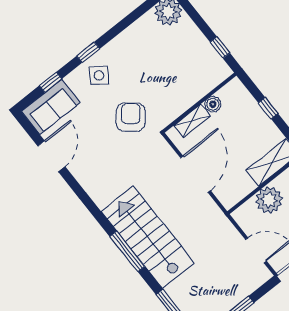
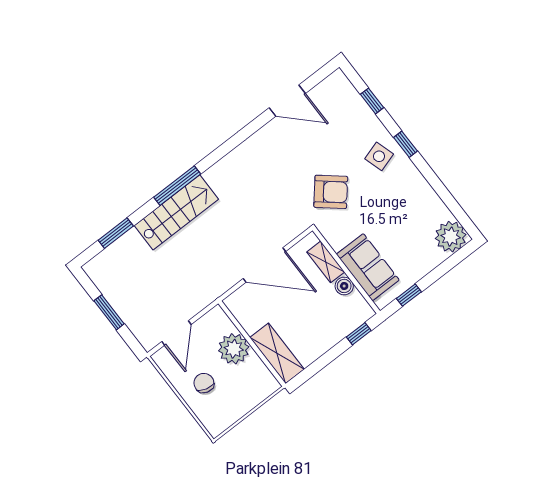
side table: (99, 75) -> (379, 156), turned 37
sofa: (51, 107) -> (368, 267), moved, turned 180
window: (268, 108) -> (359, 334), moved
stairs: (148, 237) -> (176, 212), width x0.73, depth x0.66

